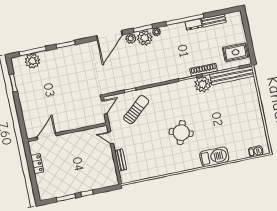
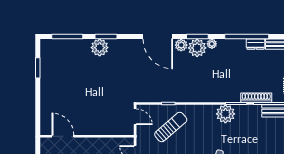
door: (109, 35) -> (158, 37), hinge flipped
plant: (32, 61) -> (100, 48), moved
plant: (203, 84) -> (225, 114), moved
door: (104, 107) -> (135, 117), hinge flipped
door: (47, 136) -> (63, 136), hinge flipped

